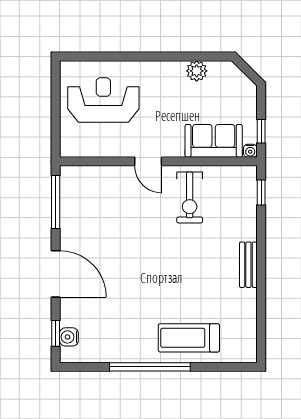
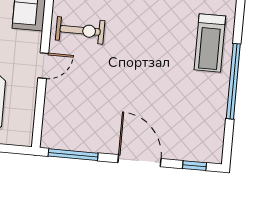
door: (56, 274) -> (140, 161), hinge flipped
water cooler: (69, 337) -> (199, 154), removed

